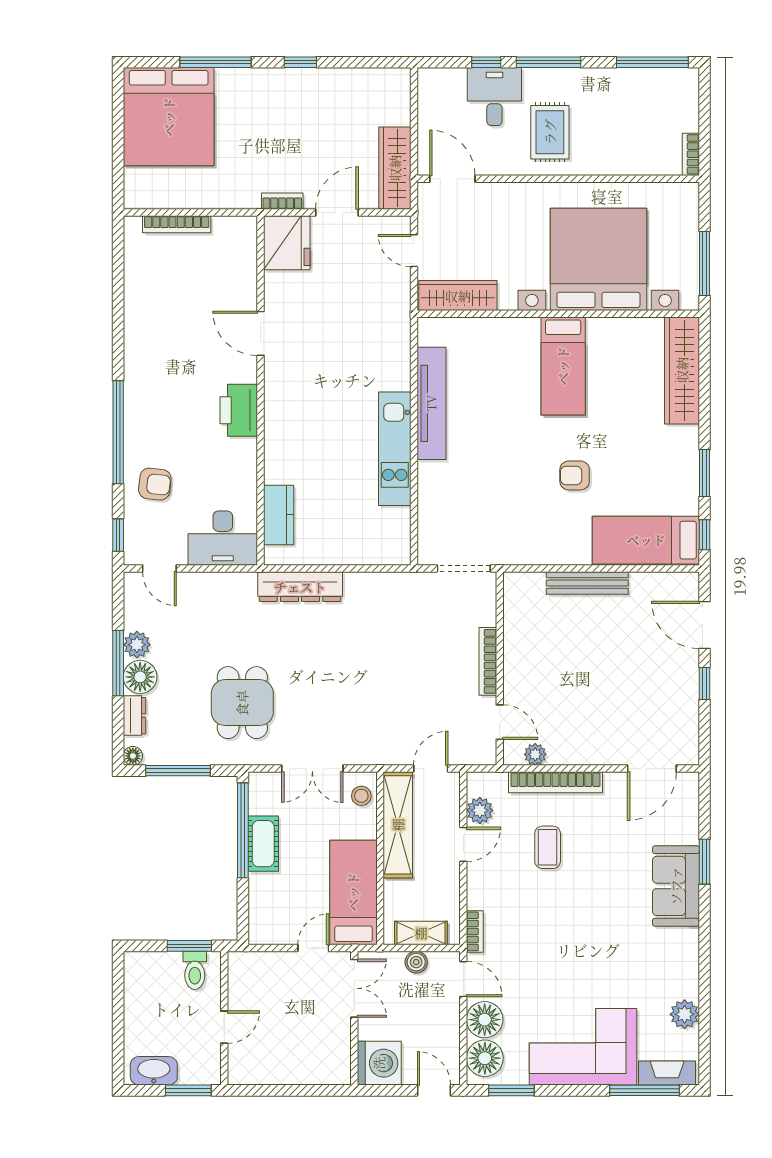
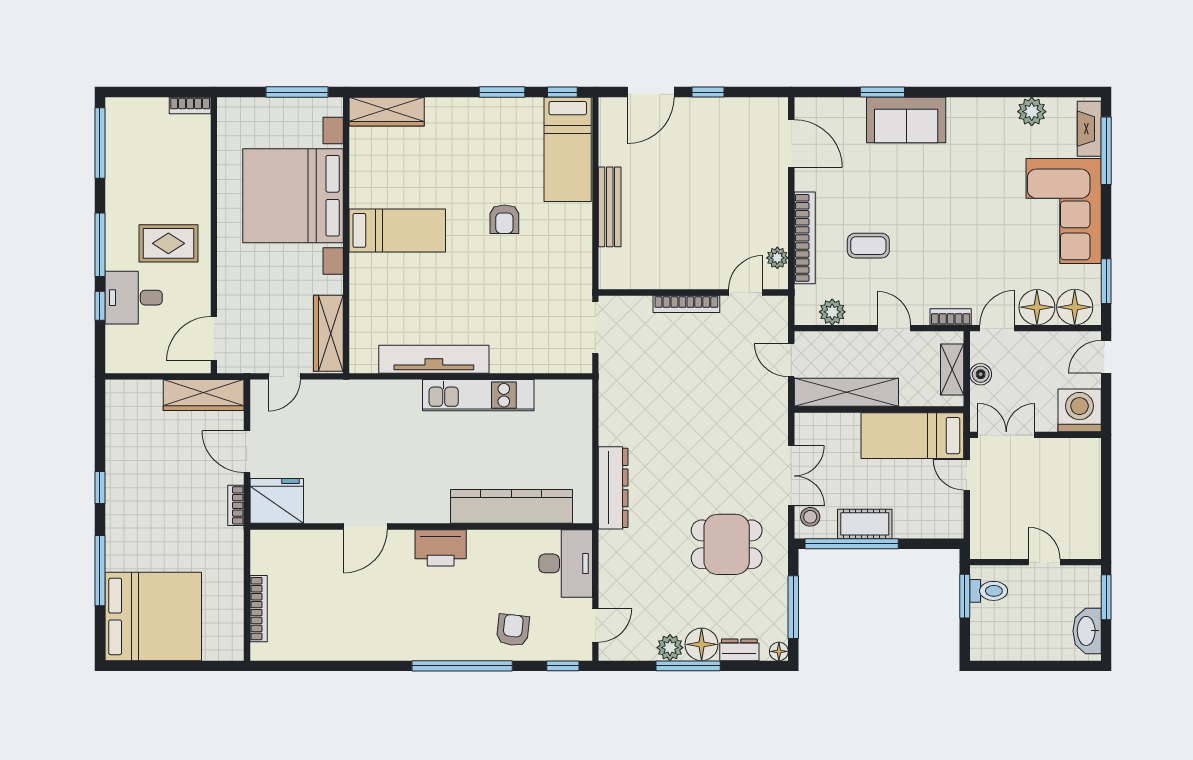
wardrobe: (682, 370) -> (387, 112), width x0.71, depth x0.85
kitchen counter: (279, 515) -> (511, 506), width x2.08, depth x1.17
stool: (361, 796) -> (810, 517), moved
door: (463, 844) -> (894, 328), moved

